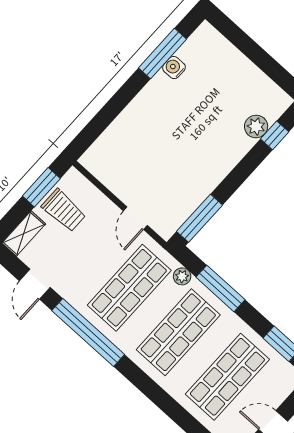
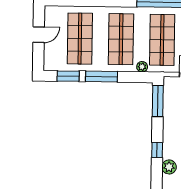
window: (275, 135) -> (157, 150), moved
window: (220, 288) -> (102, 77), moved

